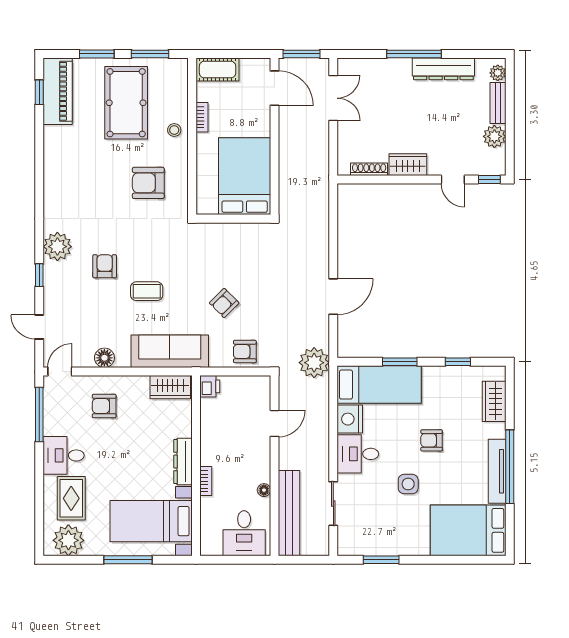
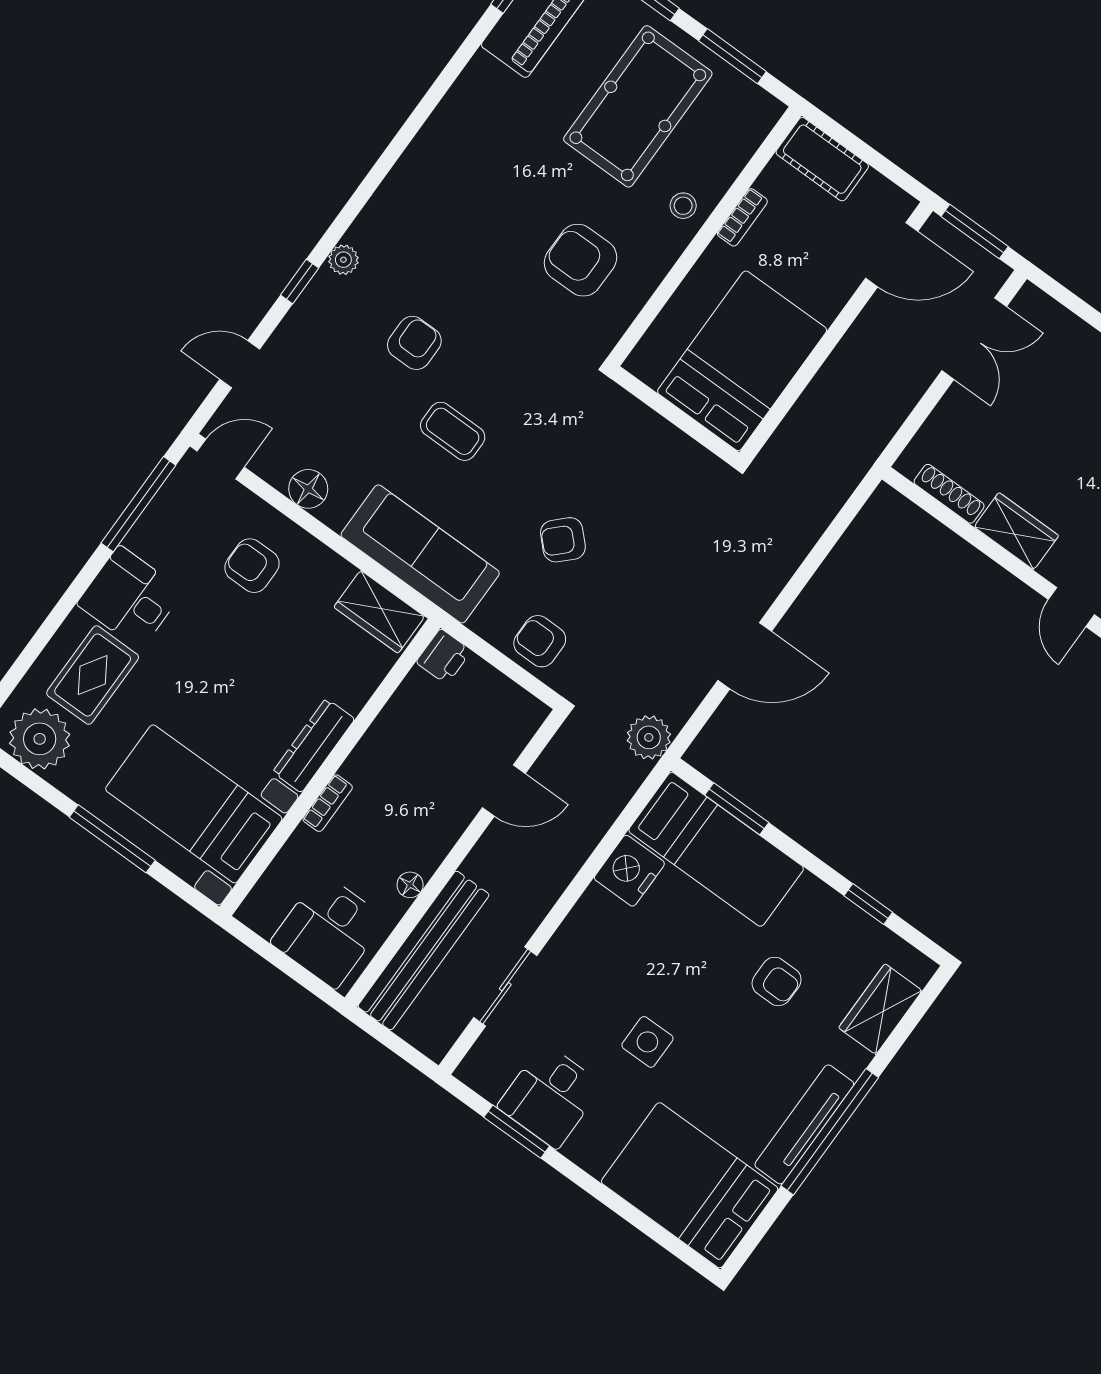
door: (274, 88) -> (892, 255), hinge flipped
plant: (57, 247) -> (343, 260), width x0.53, depth x0.53
door: (39, 327) -> (240, 364), hinge flipped
window: (400, 362) -> (737, 809), moved
plant: (314, 363) -> (649, 737), width x0.73, depth x0.73
armchair: (432, 440) -> (777, 981), moved, turned 180
desk: (358, 454) -> (550, 1096), moved, turned -90

